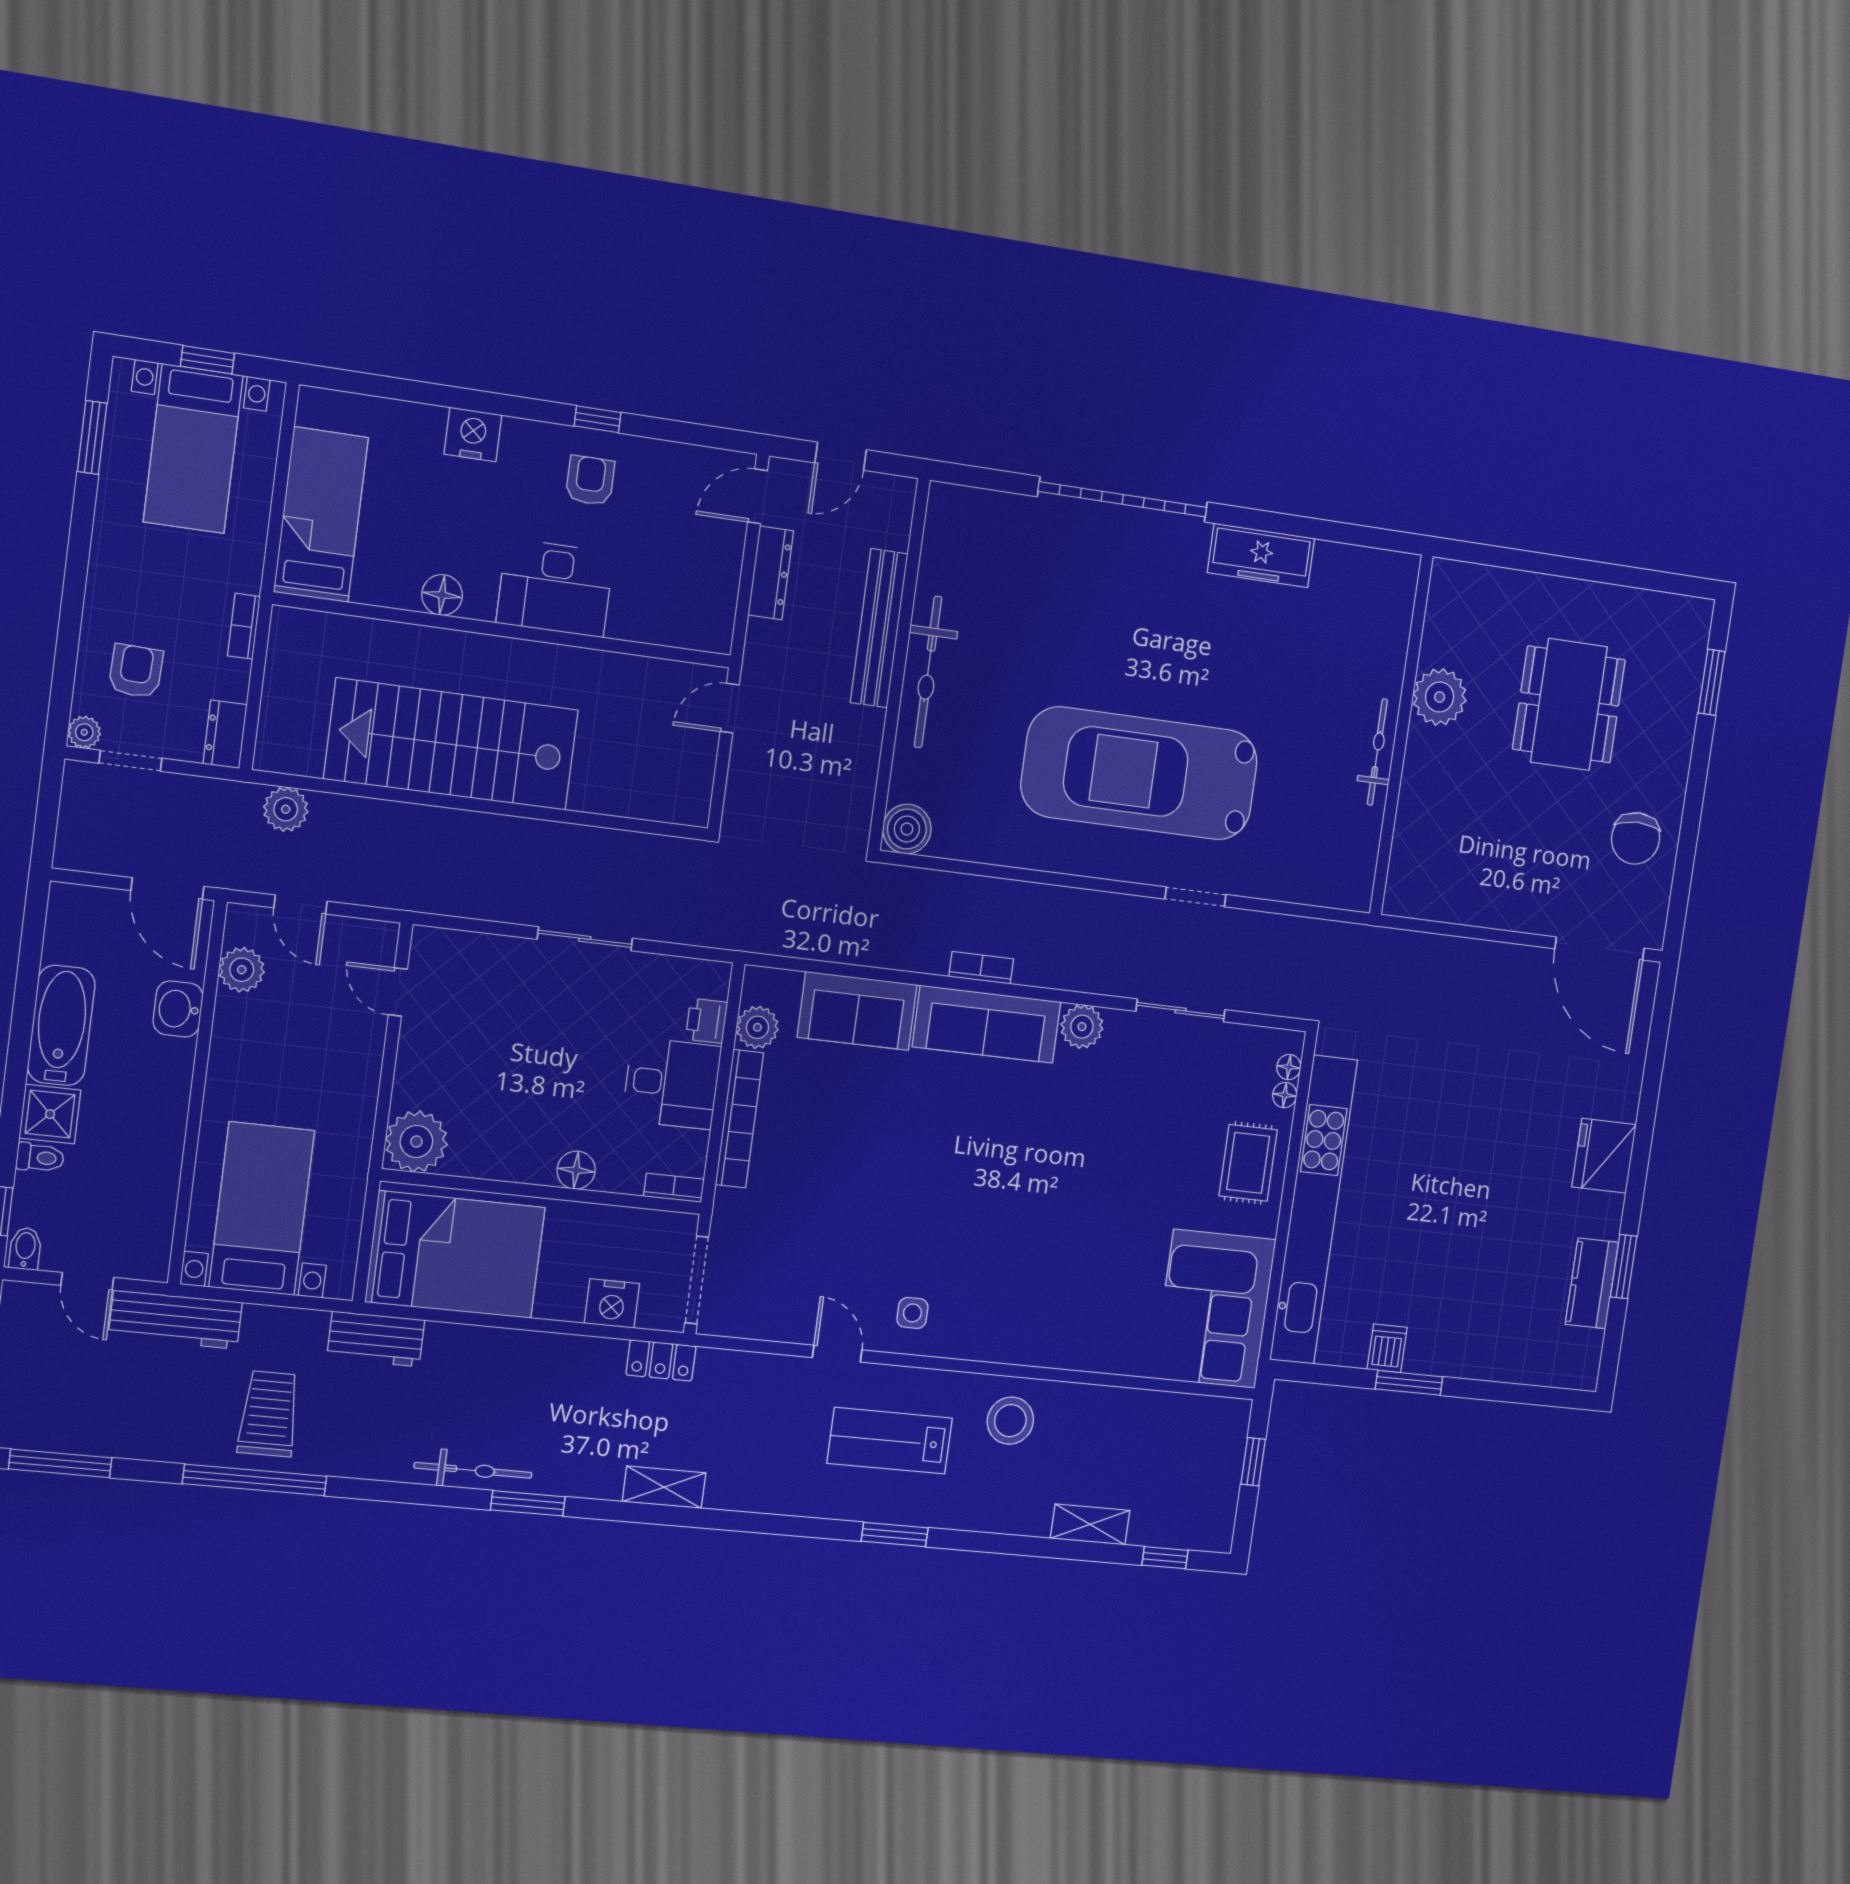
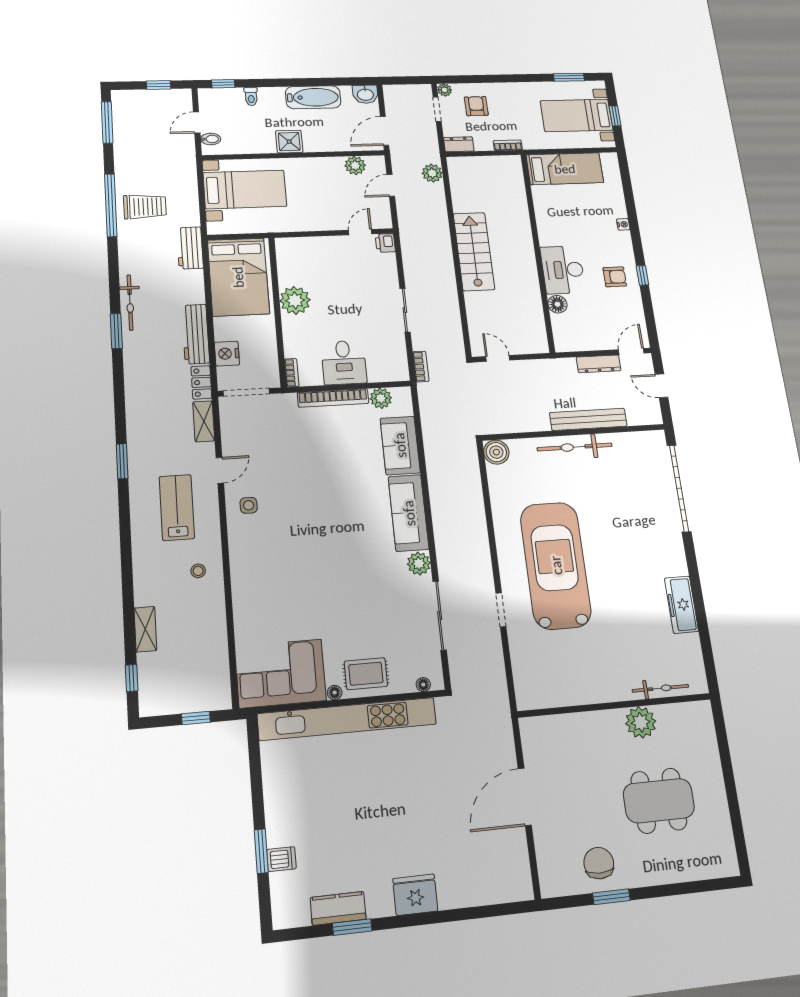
nightstand: (473, 435) -> (623, 224), width x0.53, depth x0.56
door: (758, 496) -> (631, 351), hinge flipped
garage door: (1123, 499) -> (679, 488), moved
floor lamp: (442, 595) -> (557, 304), moved
armchair: (136, 671) -> (476, 106), turned -92
window: (1712, 682) -> (611, 897), moved
door: (730, 708) -> (498, 358), moved
stairs: (451, 744) -> (474, 251), width x0.73, depth x0.66
bicycle: (1377, 752) -> (660, 688), moved
chair: (1636, 838) -> (599, 863), turned 90
door: (1600, 948) -> (525, 797), moved
bookcase: (981, 968) -> (421, 366), moved
washbasin: (178, 1009) -> (365, 94), moved, turned 180
sliding door: (1181, 1010) -> (440, 616), width x1.37
printer: (707, 1021) -> (385, 243), moved, turned -90
floor lamp: (1285, 1095) -> (335, 693), moved
shower: (50, 1114) -> (289, 142), moved
plant: (416, 1141) -> (295, 300), moved
floor lamp: (576, 1170) -> (291, 325), removed
bidet: (25, 1248) -> (211, 139), moved
workbench: (175, 1320) -> (196, 334), moved
dishwasher: (1387, 1348) -> (281, 859), moved
window: (1409, 1383) -> (261, 851), moved
stool: (1010, 1421) -> (198, 571), width x0.53, depth x0.53
shelving: (664, 1487) -> (204, 421), moved
window: (895, 1535) -> (122, 461), moved

